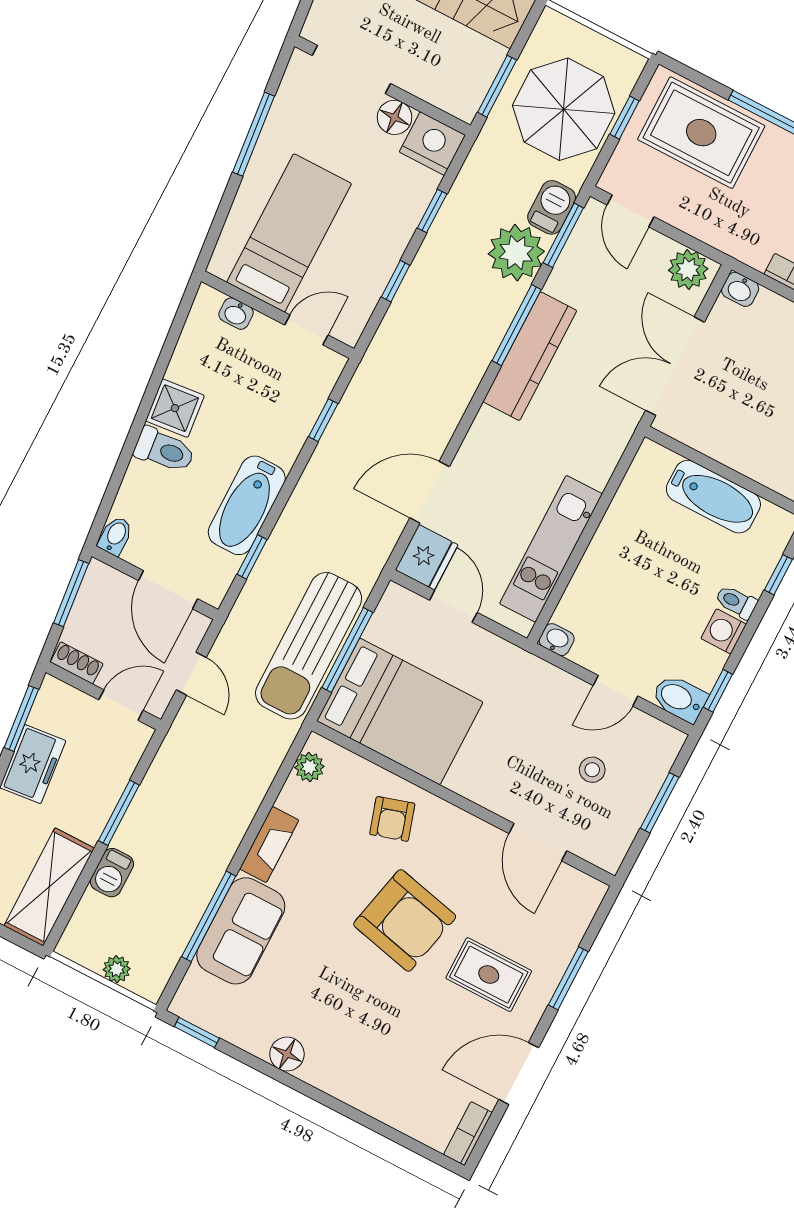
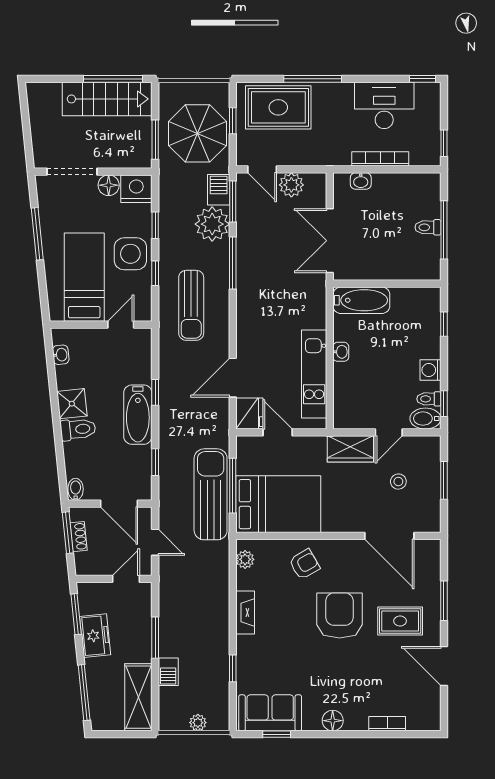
side table: (374, 234) -> (130, 254), added
plant: (688, 269) -> (291, 185), moved
washbasin: (740, 289) -> (361, 181), moved
washbasin: (236, 314) -> (61, 355), moved, turned -96
sun lounger: (424, 355) -> (191, 305), added
kitchen counter: (530, 356) -> (249, 276), removed
window: (323, 420) -> (155, 392), moved
bathtub: (713, 497) -> (361, 300), moved
bathtub: (247, 505) -> (138, 415), moved
toilet: (736, 602) -> (429, 399), moved
washbasin: (557, 640) -> (341, 352), moved, turned 90
sun lounger: (309, 646) -> (211, 494), turned 180
shoe rack: (77, 663) -> (79, 537), moved, turned 84
wardrobe: (547, 686) -> (350, 449), added
armchair: (392, 819) -> (304, 564), turned -103
door: (538, 842) -> (389, 536), width x1.36
window: (209, 916) -> (233, 668), width x0.46
armchair: (405, 920) -> (340, 615), turned -103
sofa: (241, 931) -> (270, 713), moved, turned -90
window: (197, 1032) -> (277, 734), moved
floor lamp: (287, 1054) -> (333, 721), moved
door: (519, 1074) -> (444, 666), hinge flipped
bookcase: (468, 1134) -> (387, 724), moved, turned 90

